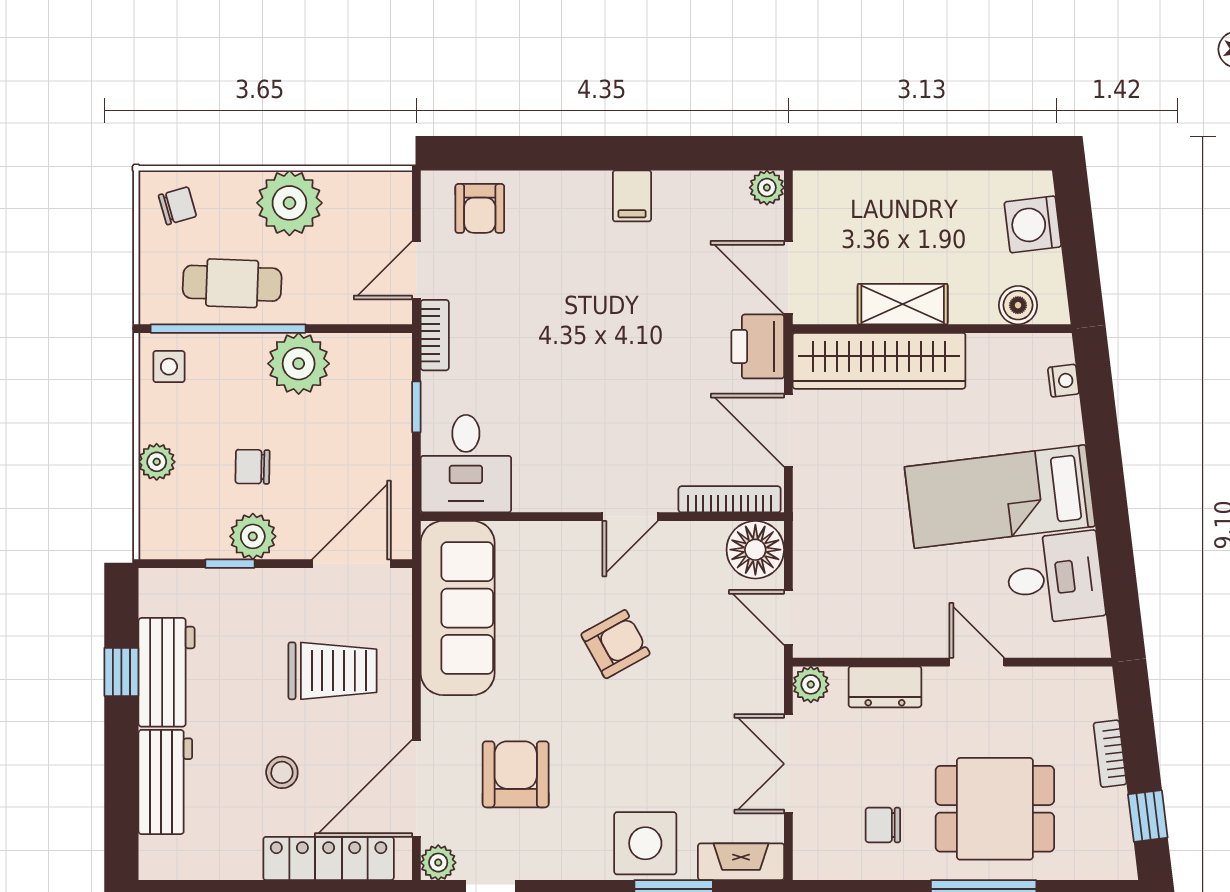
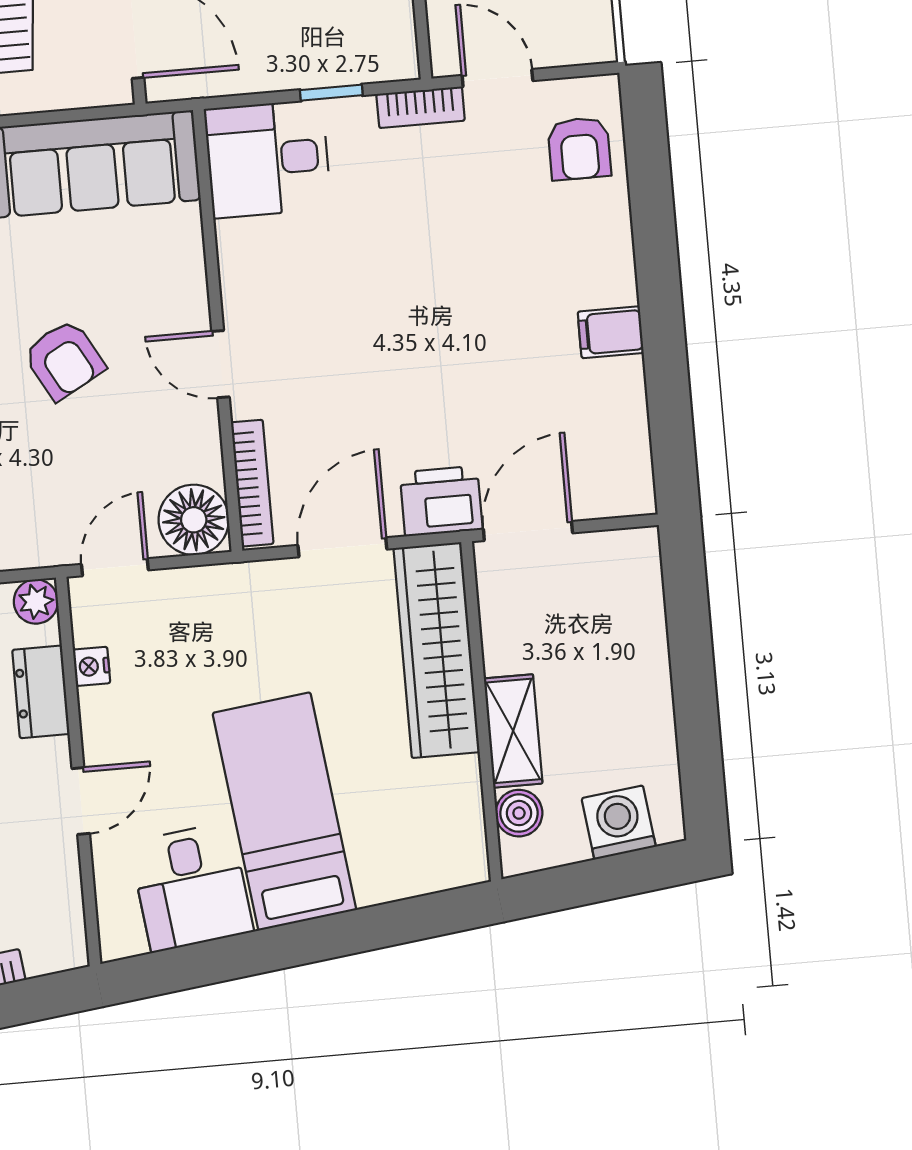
plant: (767, 188) -> (635, 495), removed
armchair: (480, 208) -> (579, 149), turned -90
shelving: (903, 304) -> (513, 731), moved
nightstand: (1063, 381) -> (92, 666), moved, turned 97

